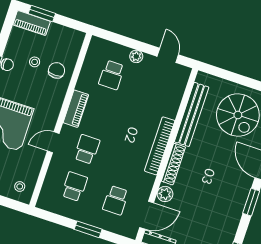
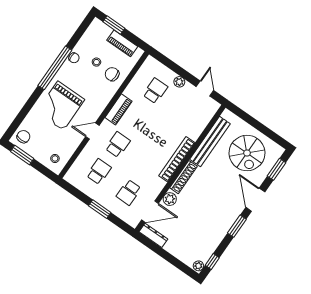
piano: (32, 23) -> (122, 43), moved
chair: (57, 70) -> (112, 74), turned -90
school desk: (112, 75) -> (155, 91), turned 180

